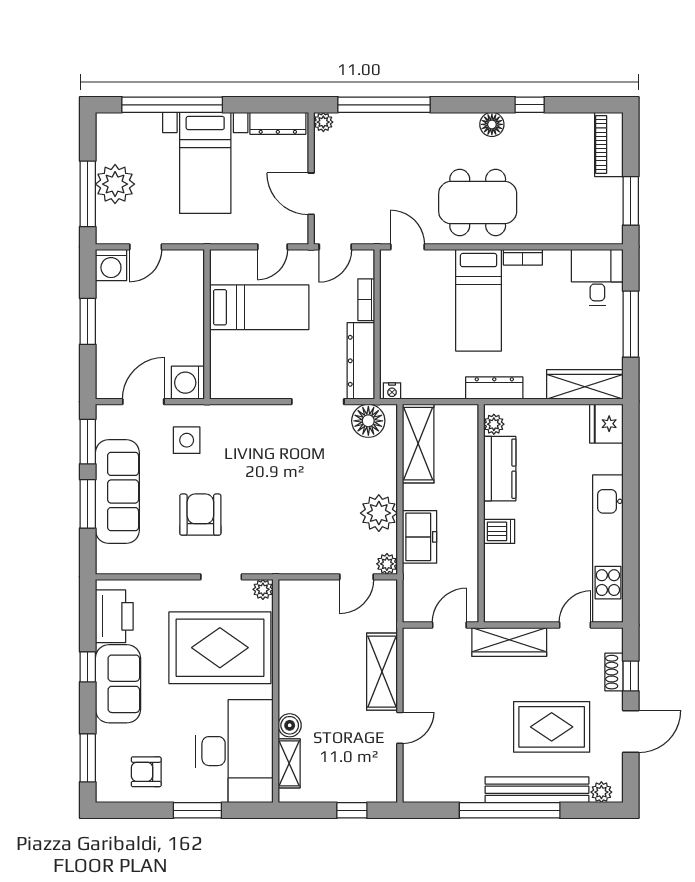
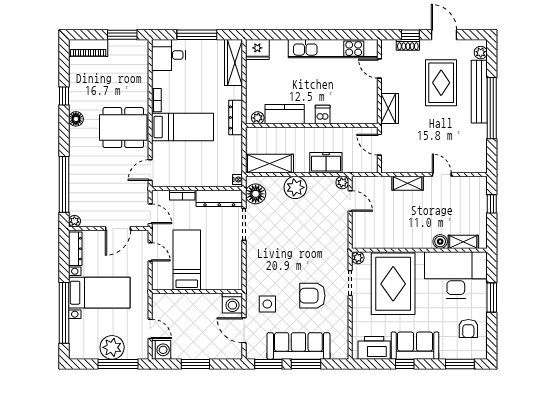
dining table: (478, 202) -> (123, 128), turned 90
plant: (379, 513) -> (295, 187), moved
wardrobe: (509, 642) -> (390, 108), width x0.67
shelving: (382, 672) -> (408, 183), width x0.67, depth x0.75

